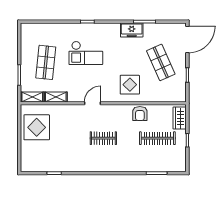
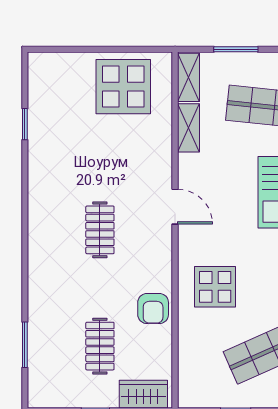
armchair: (140, 114) -> (153, 309), turned -90
clothes rail: (157, 138) -> (100, 346), width x0.73

